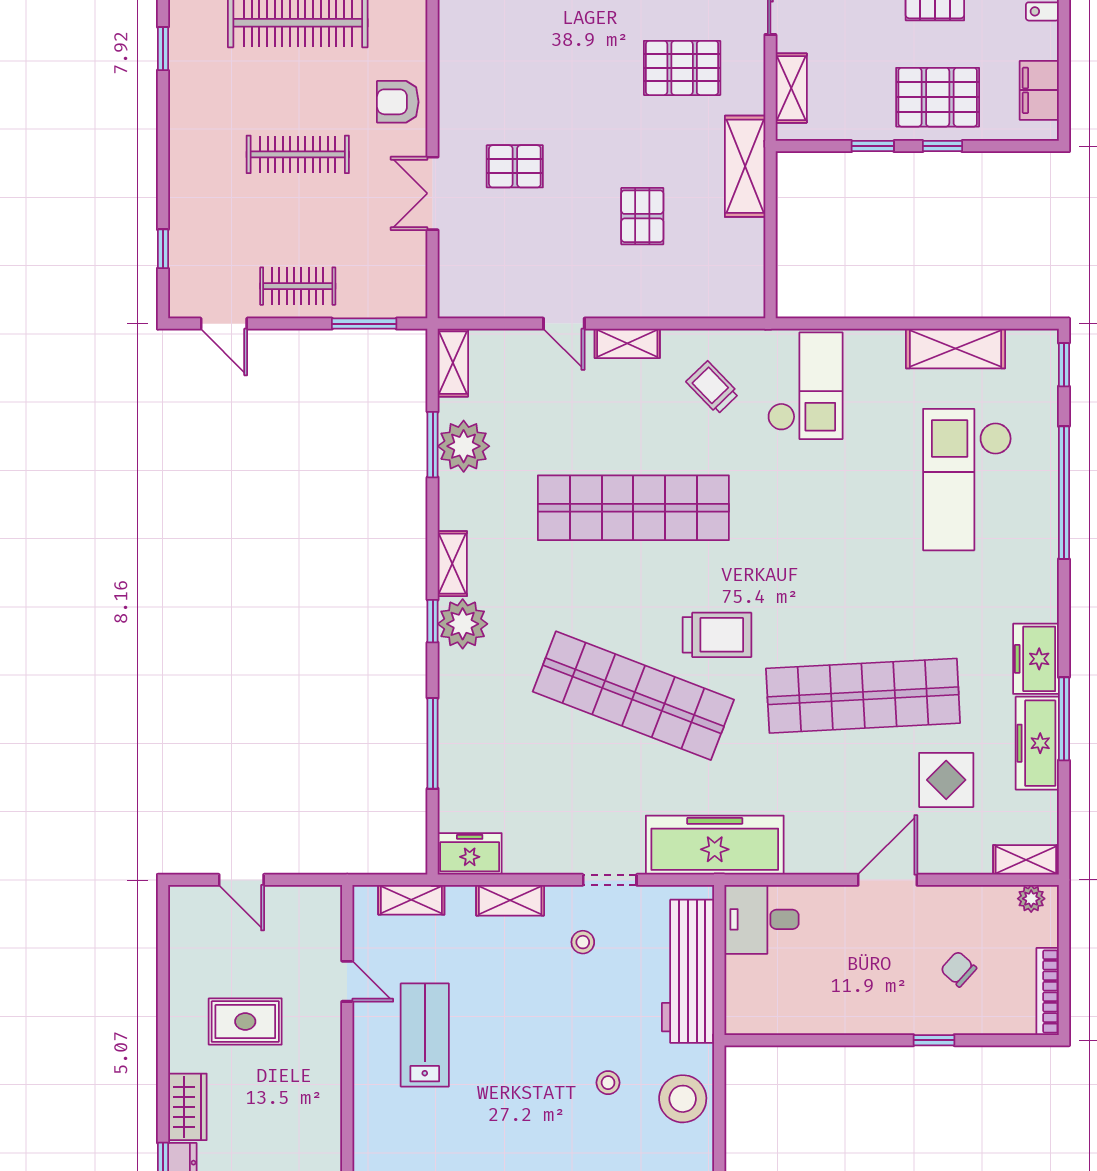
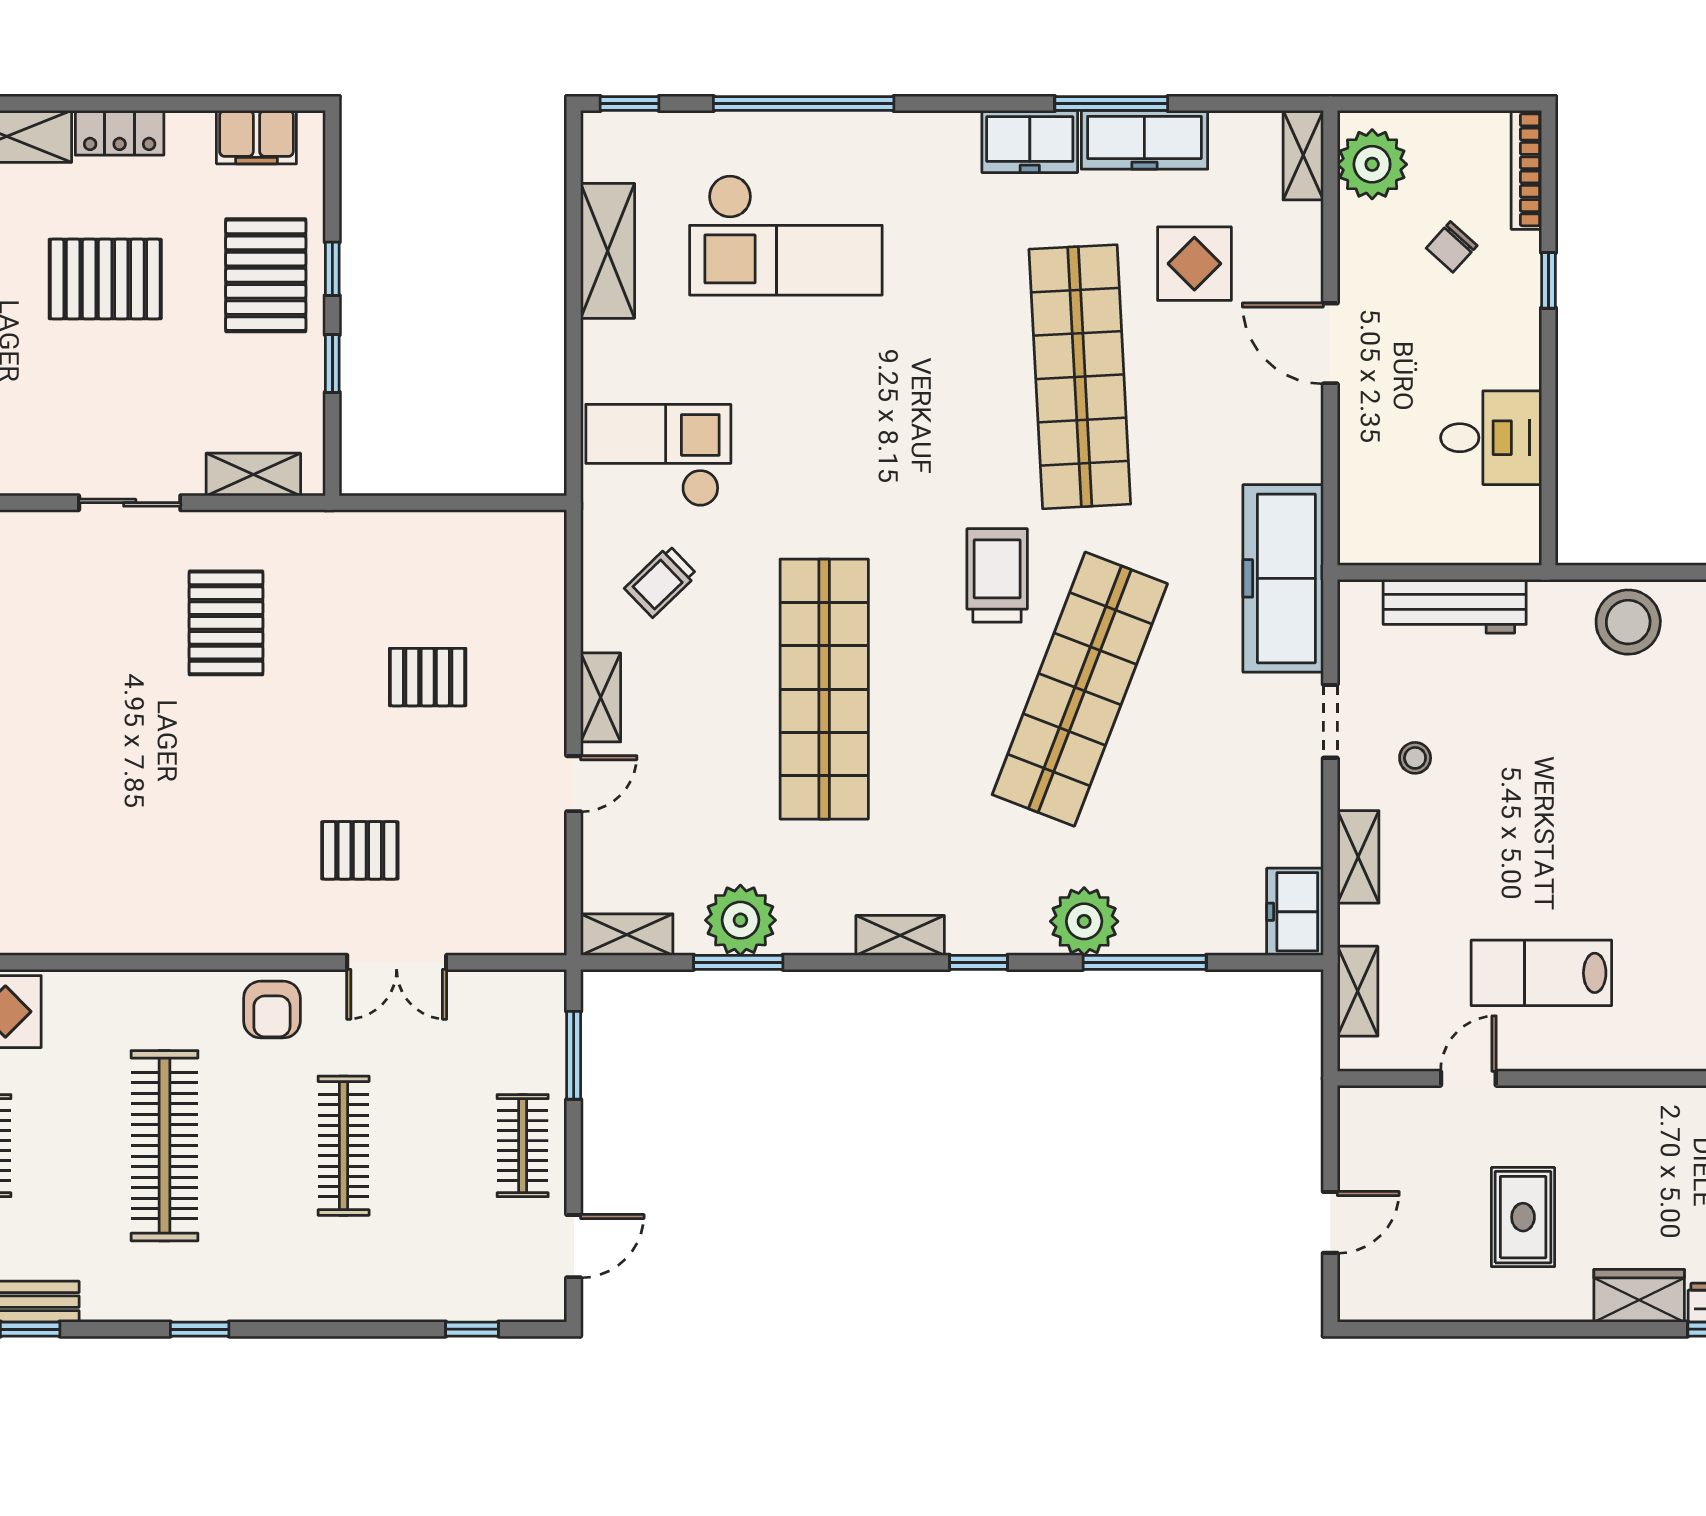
pallet: (515, 166) -> (360, 850), turned 90
shelving: (745, 166) -> (360, 537), removed
plant: (463, 624) -> (1084, 921), moved
plant: (1031, 899) -> (1372, 164), width x1.88, depth x1.88
desk: (761, 919) -> (1491, 438), moved, turned -90
workbench: (688, 971) -> (1455, 606), width x0.73, depth x0.76
bookcase: (1048, 991) -> (1526, 170), moved, turned 90
stool: (608, 1083) -> (1606, 724), removed

